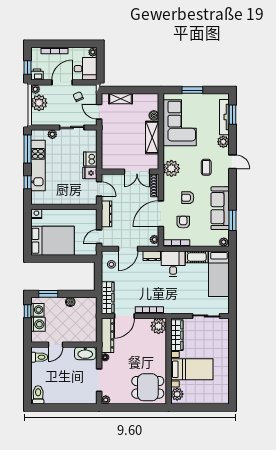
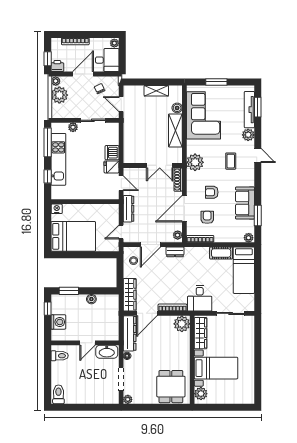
shelving: (121, 99) -> (156, 91), moved
sofa: (220, 208) -> (245, 203), width x0.73
desk: (173, 264) -> (200, 298), moved, turned 180
washing machine: (37, 310) -> (58, 307), removed
door: (55, 345) -> (87, 343), moved
dining table: (148, 387) -> (171, 387), turned 90

